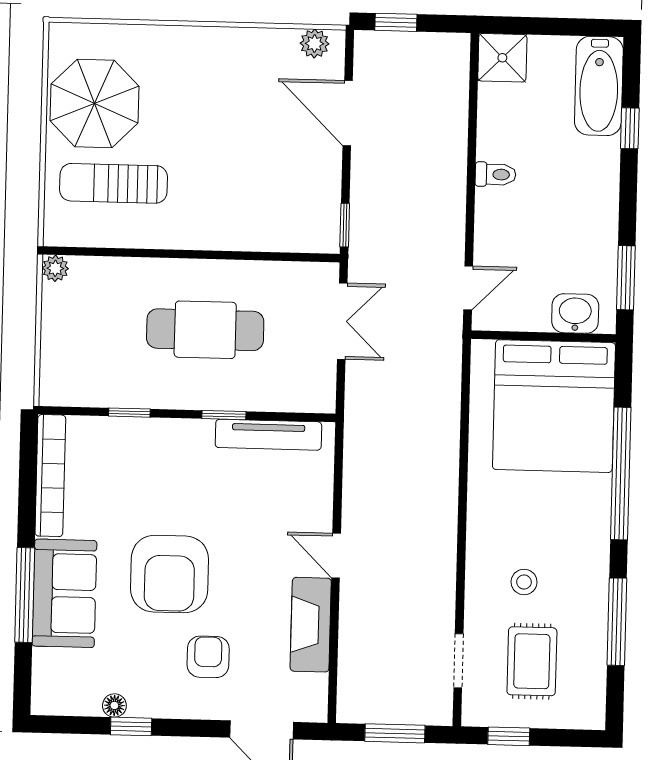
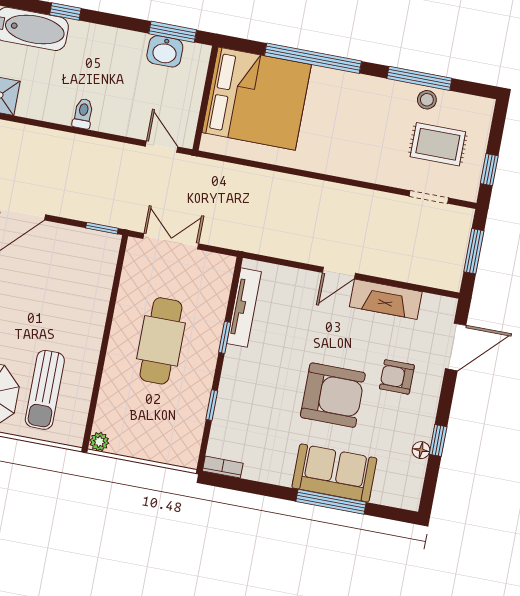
washbasin: (575, 314) -> (165, 51), moved, turned -90
bookcase: (50, 476) -> (223, 467), width x0.43, depth x0.76
stool: (524, 582) -> (427, 100), moved

